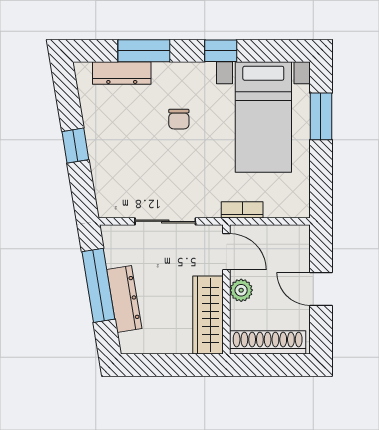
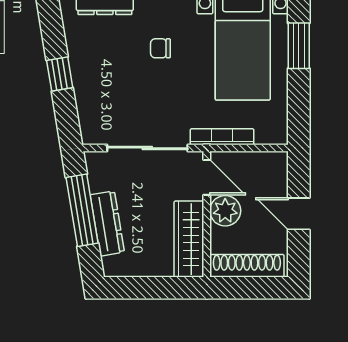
chair: (179, 119) -> (160, 48), turned 90
bookcase: (242, 210) -> (222, 137), width x1.56
sliding door: (165, 221) -> (147, 148), width x1.37
plant: (241, 290) -> (225, 211), width x1.38, depth x1.38

